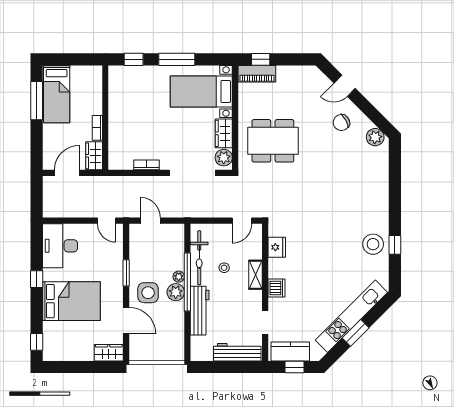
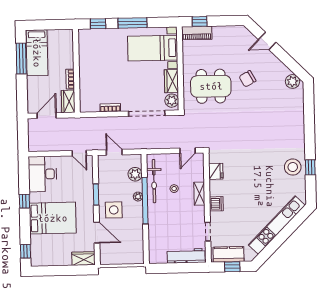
chair: (341, 123) -> (247, 79), moved
plant: (176, 292) -> (135, 174), moved
workbench: (200, 311) -> (155, 223), removed
window: (356, 333) -> (280, 238), removed

